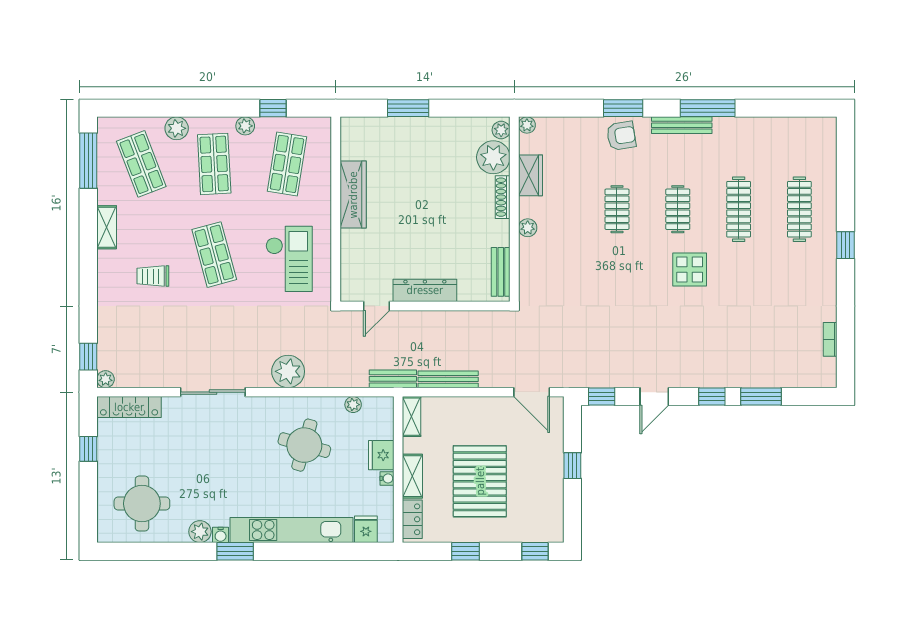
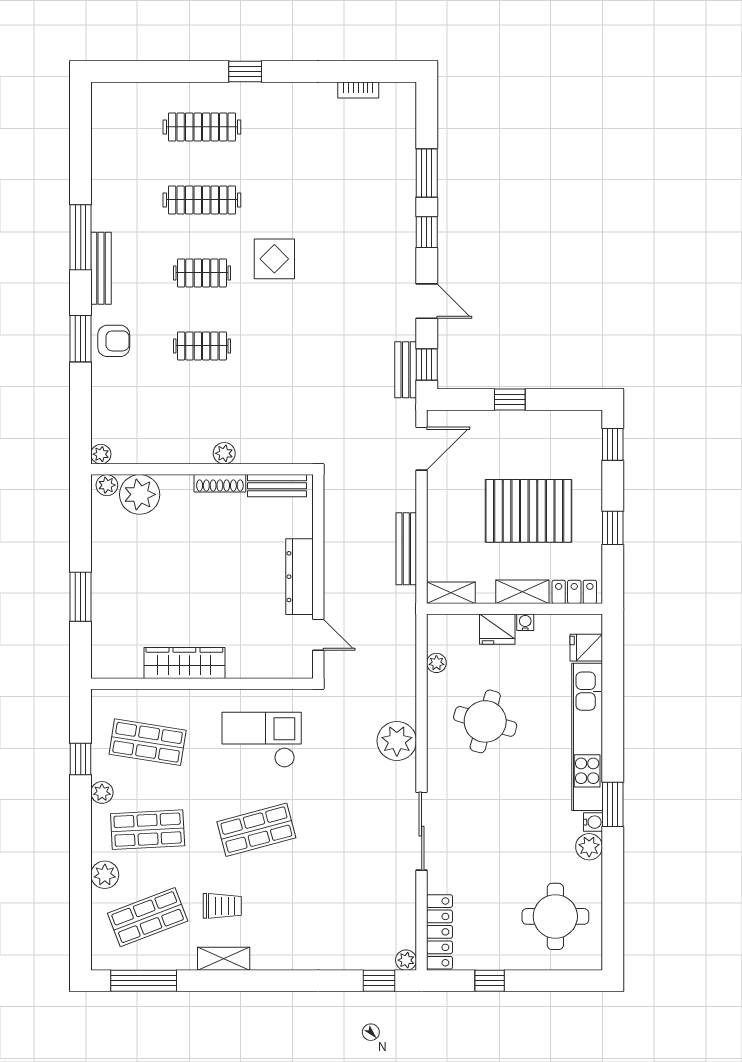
armchair: (621, 136) -> (114, 341), turned 99
wardrobe: (531, 175) -> (161, 450), removed
shoe rack: (503, 197) -> (220, 483), moved
trolley: (153, 276) -> (222, 906), moved, turned -90
bench: (393, 379) -> (406, 370), moved

